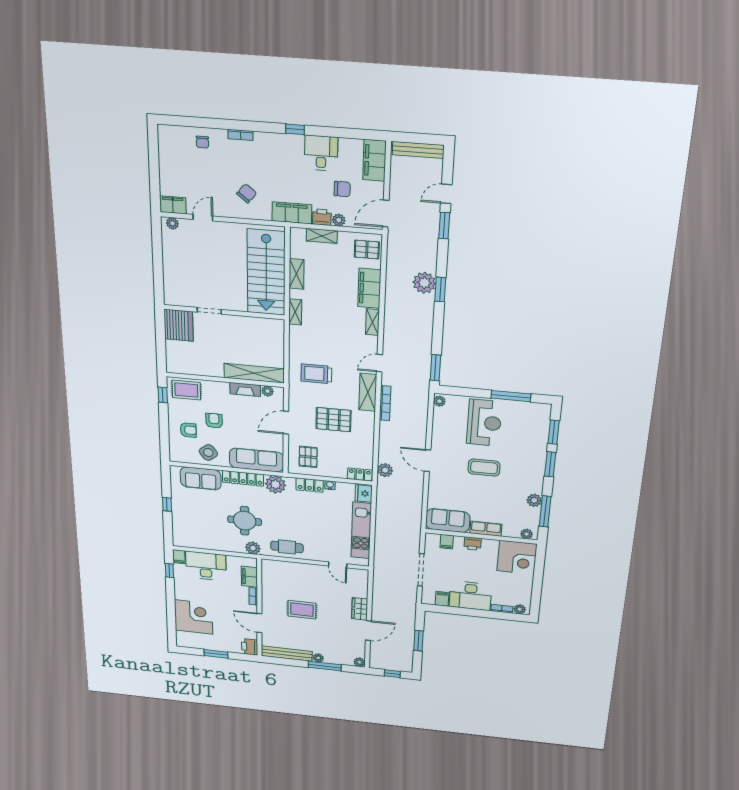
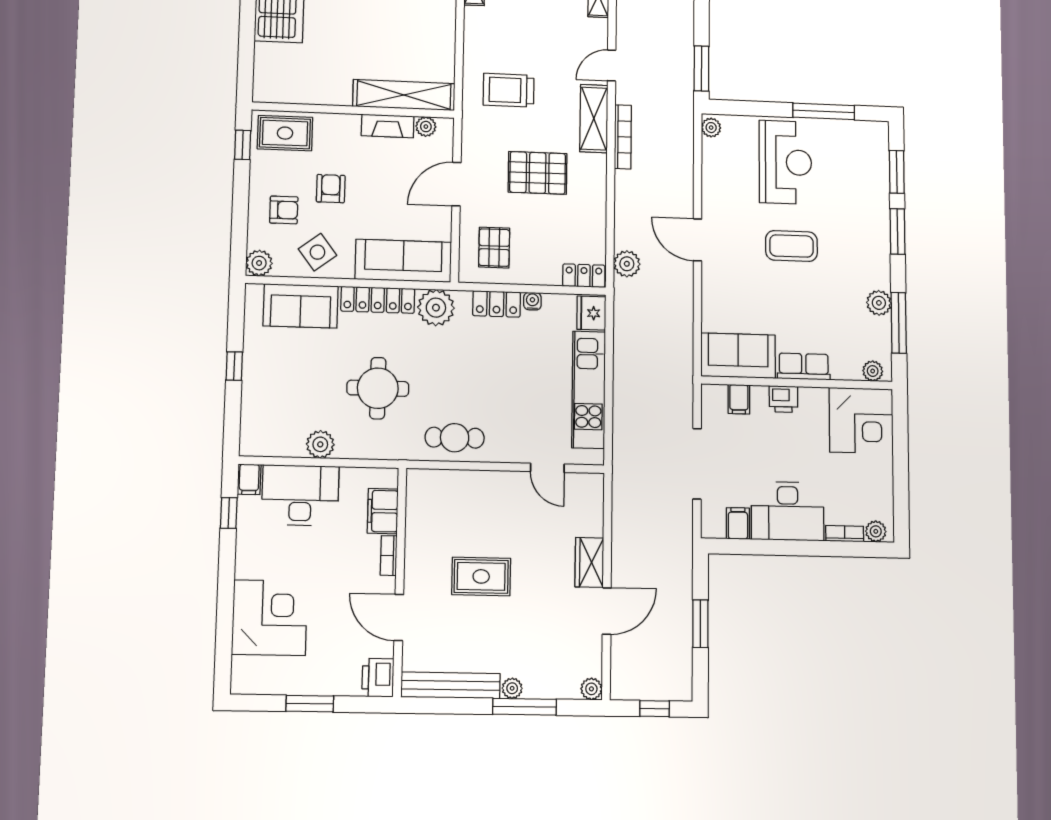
plant: (177, 456) -> (259, 263), added
plant: (253, 548) -> (320, 444), moved

